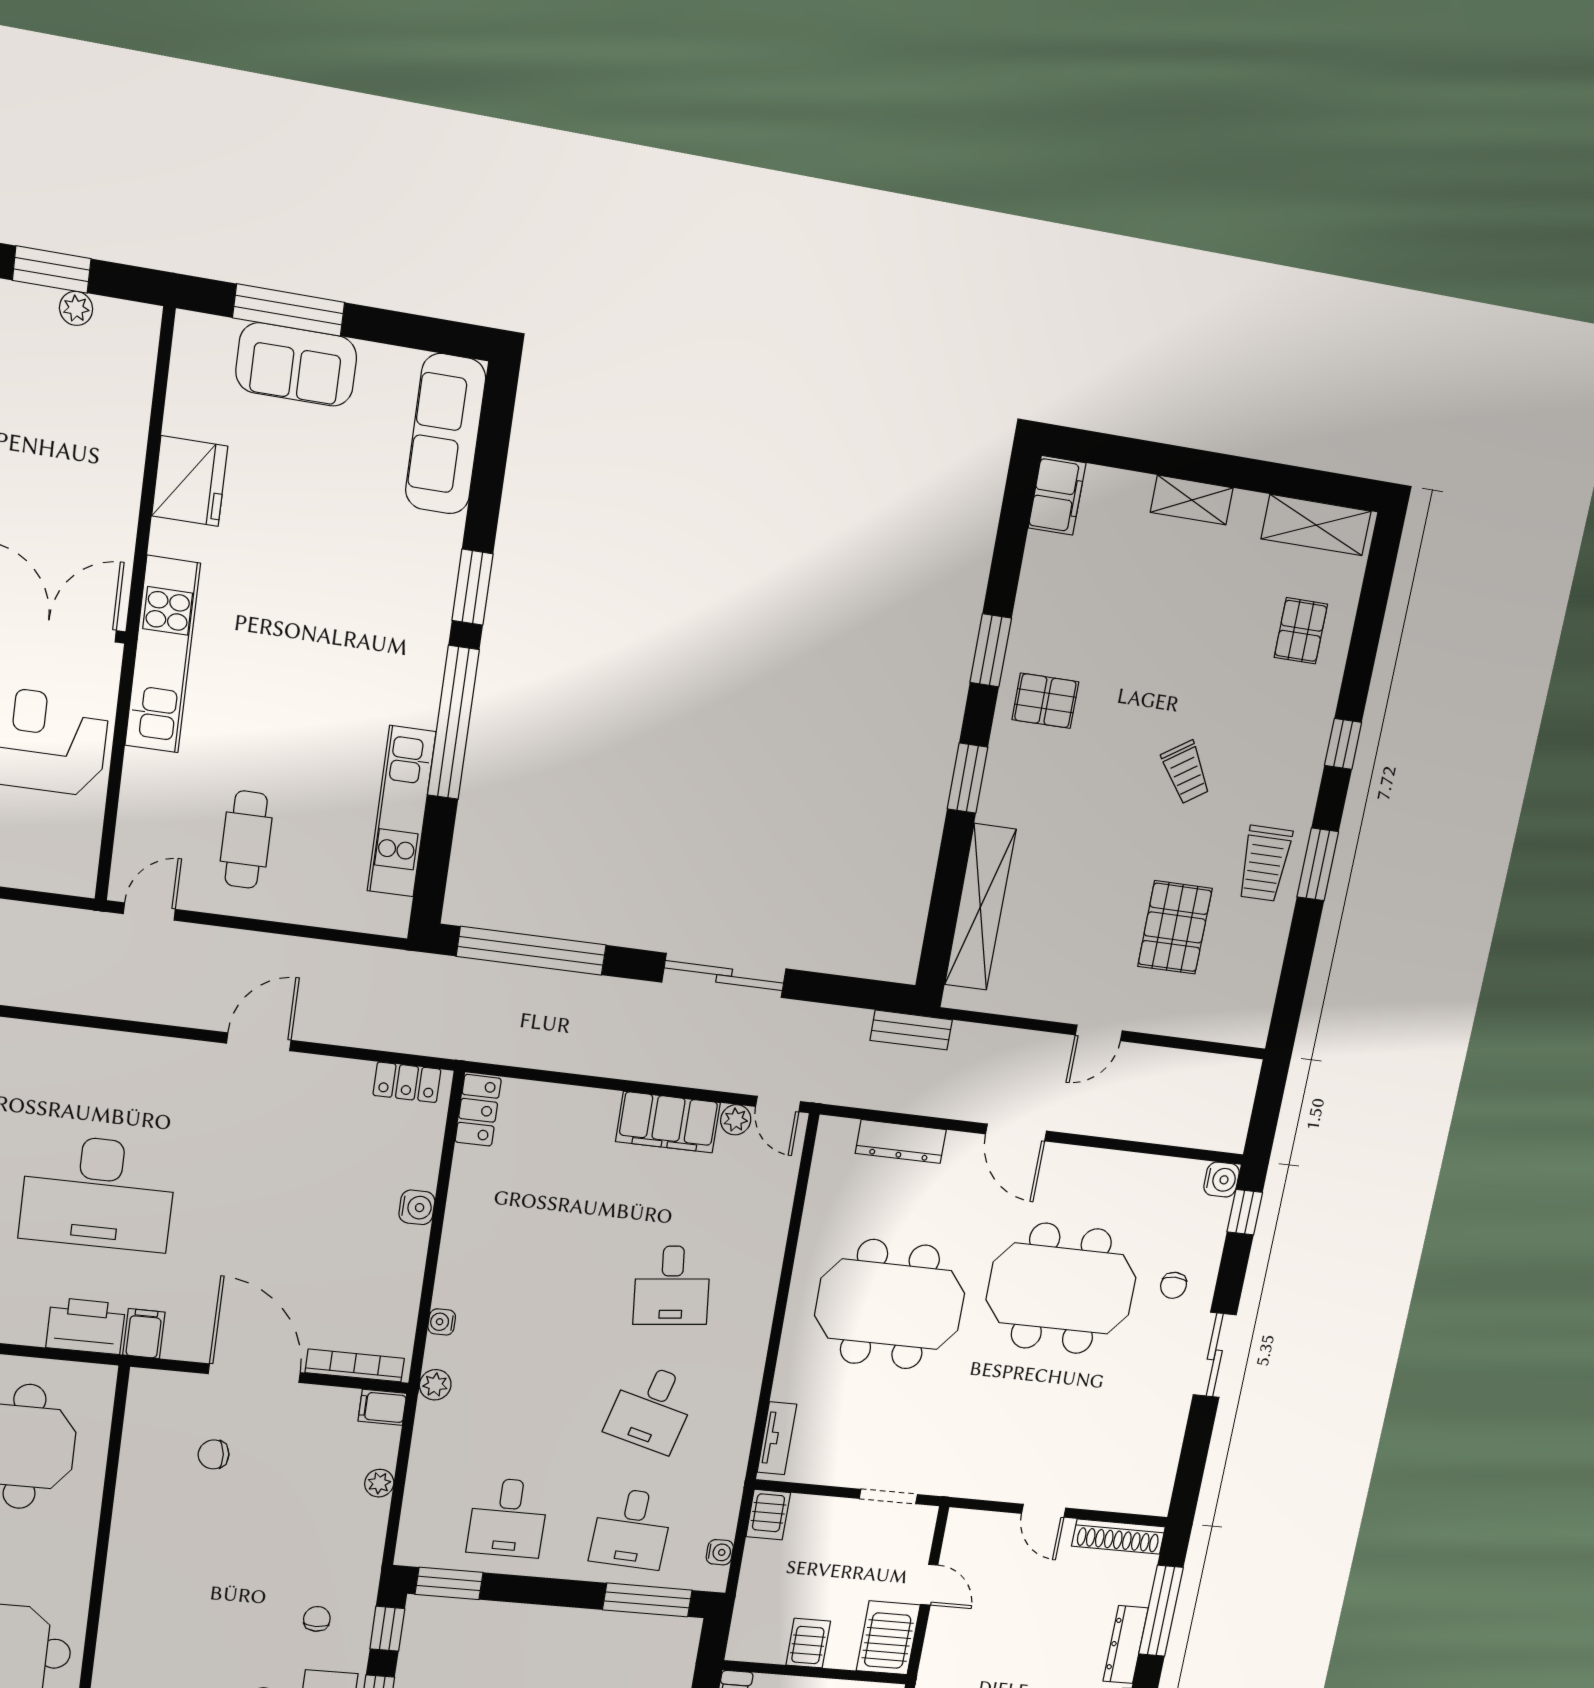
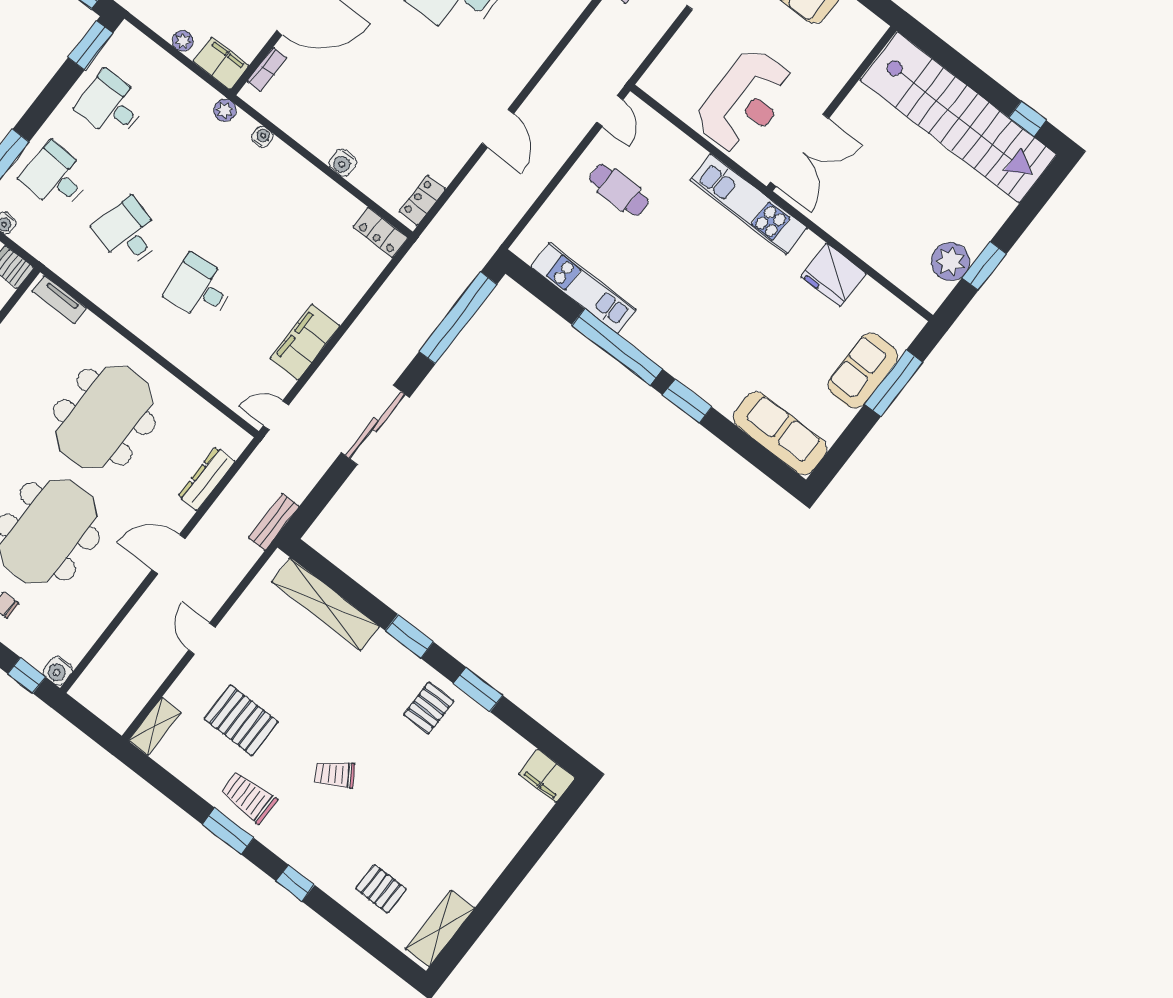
plant: (76, 308) -> (950, 261), width x1.88, depth x1.88
shelving: (1192, 500) -> (155, 726), moved
plant: (736, 1120) -> (282, 384), removed
bookcase: (355, 1366) -> (267, 69), width x0.64
filing cabinet: (382, 1407) -> (221, 63), width x2.00

